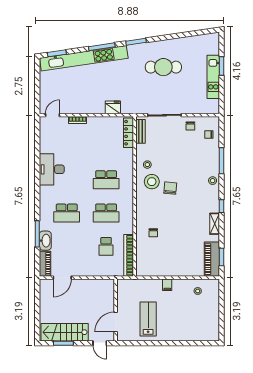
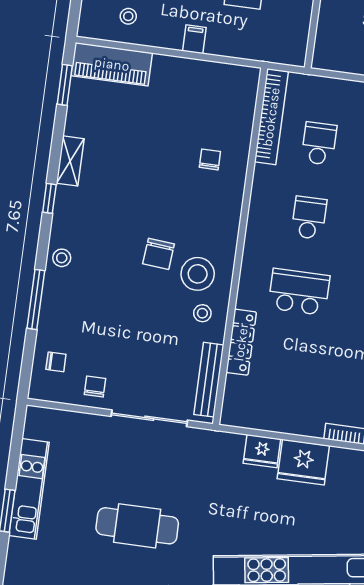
fridge: (94, 105) -> (303, 462), added
bench: (141, 131) -> (209, 380), width x1.36
locker: (129, 133) -> (241, 342), moved
school desk: (106, 213) -> (309, 218), width x0.54
piano: (212, 259) -> (112, 64), moved, turned 90

